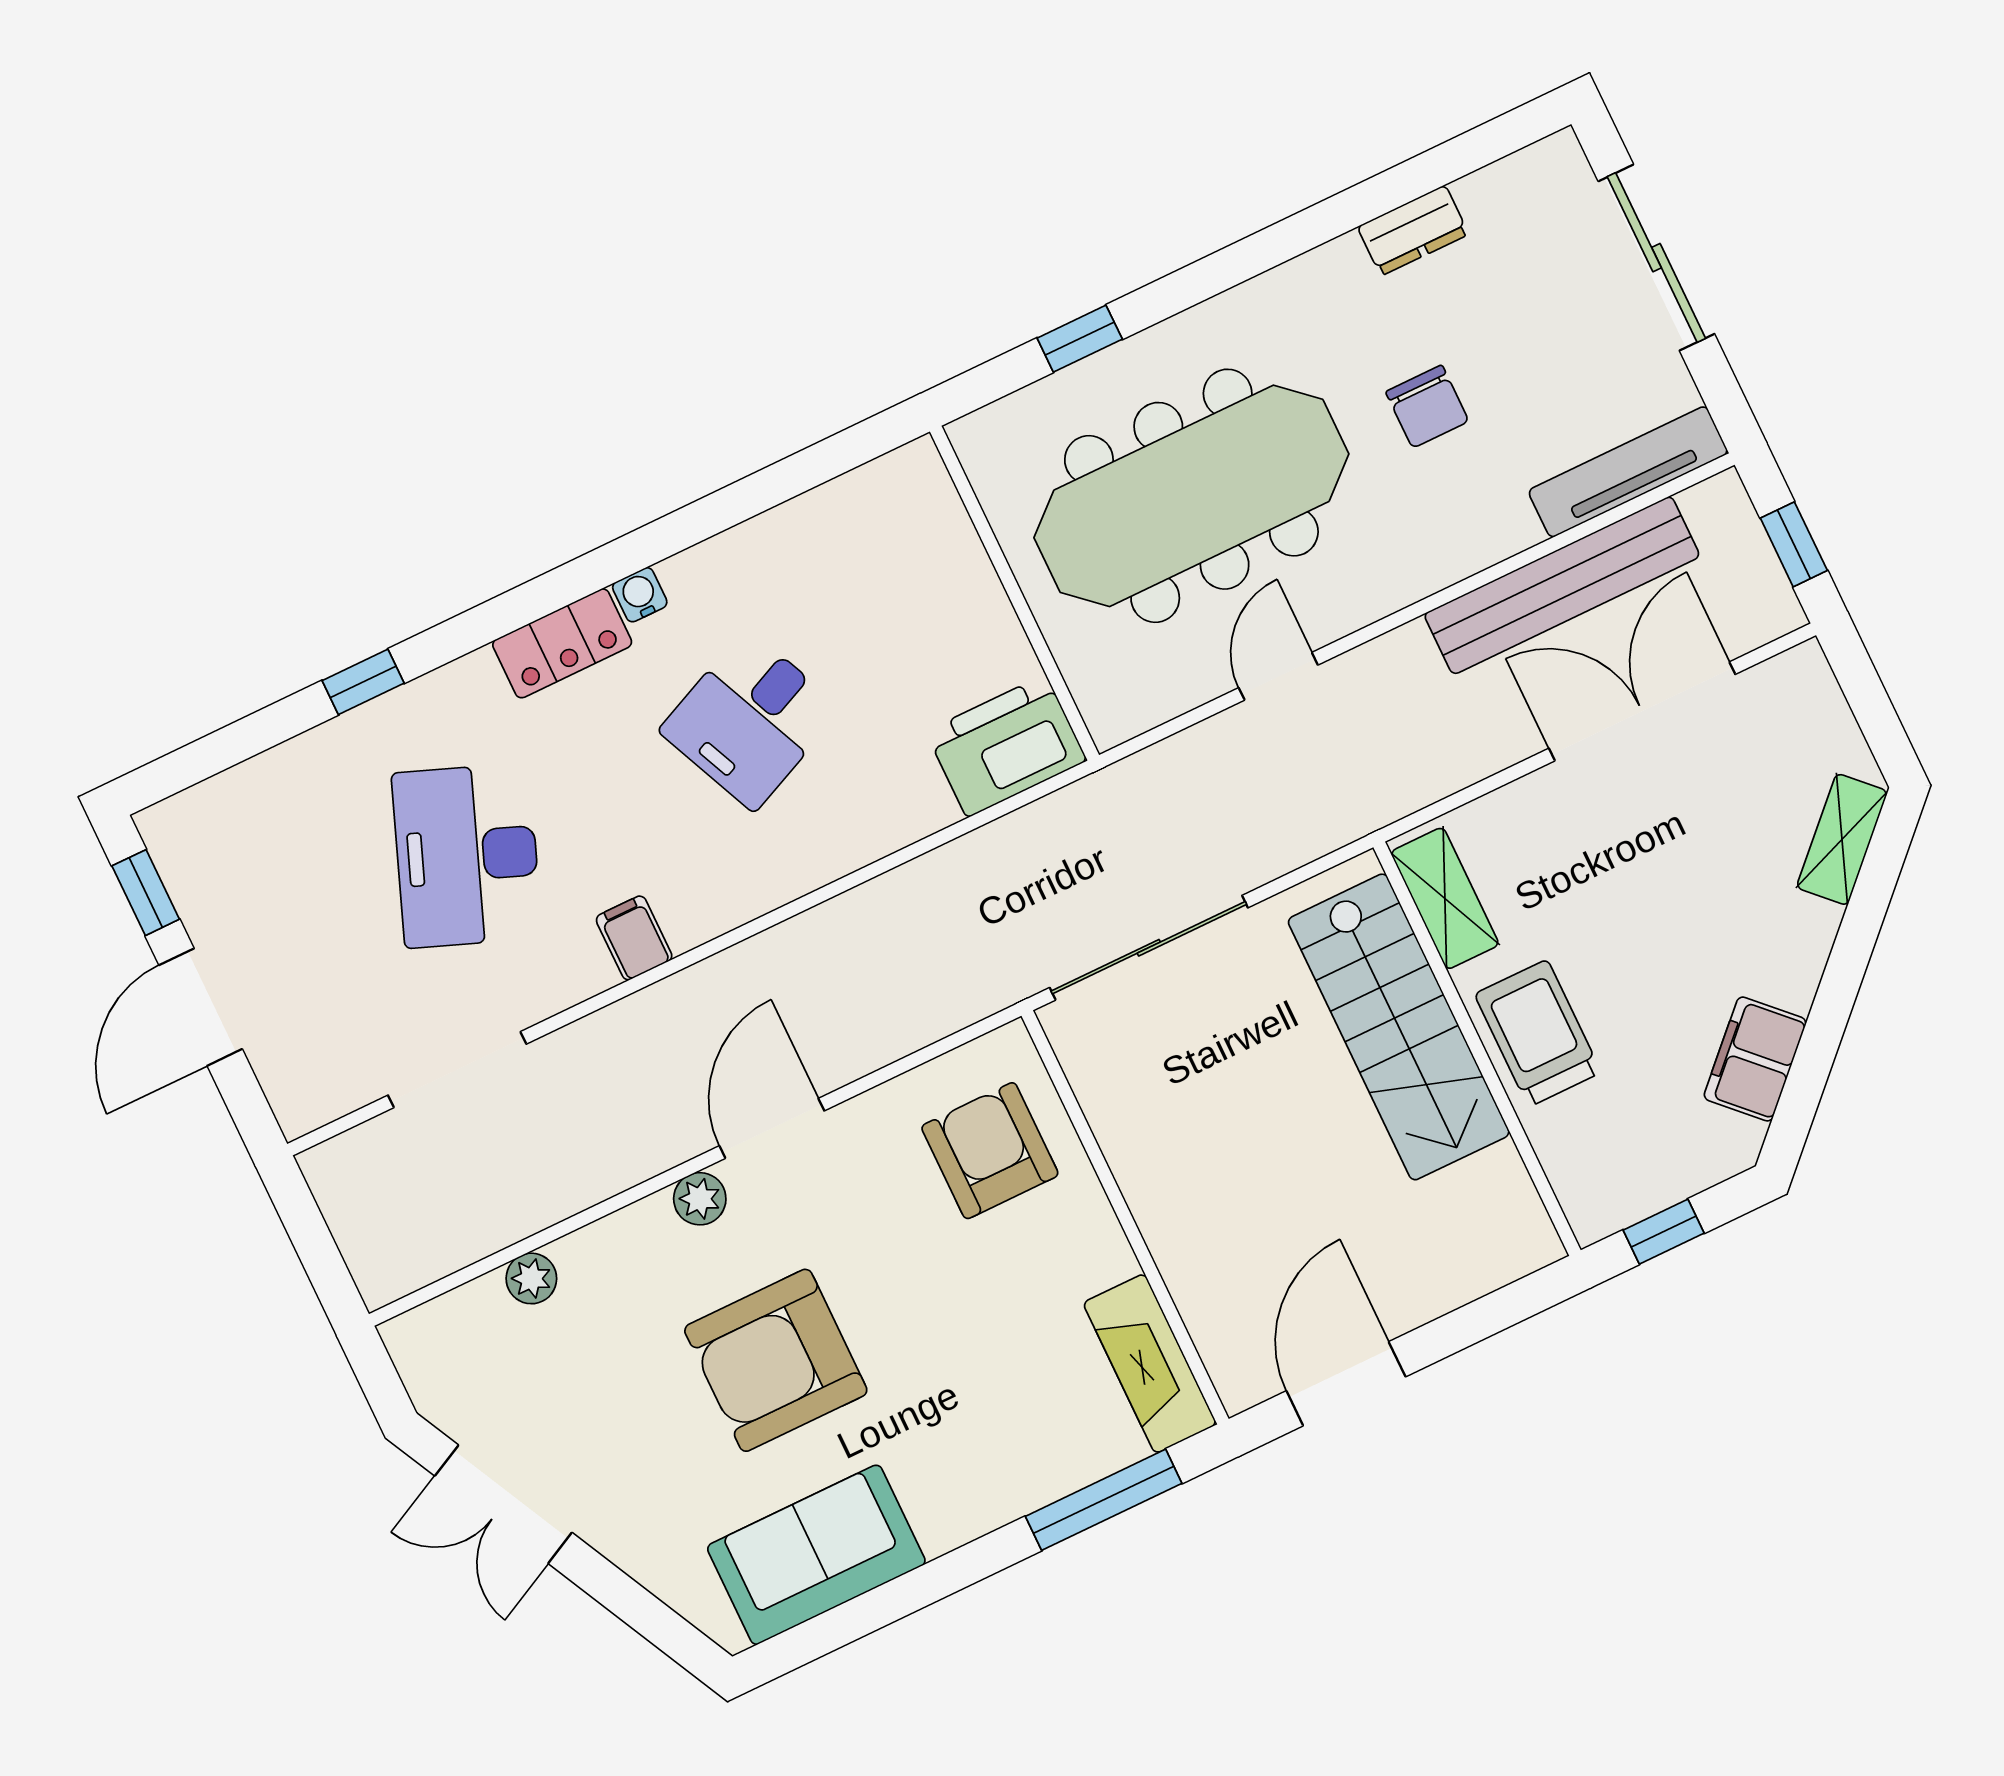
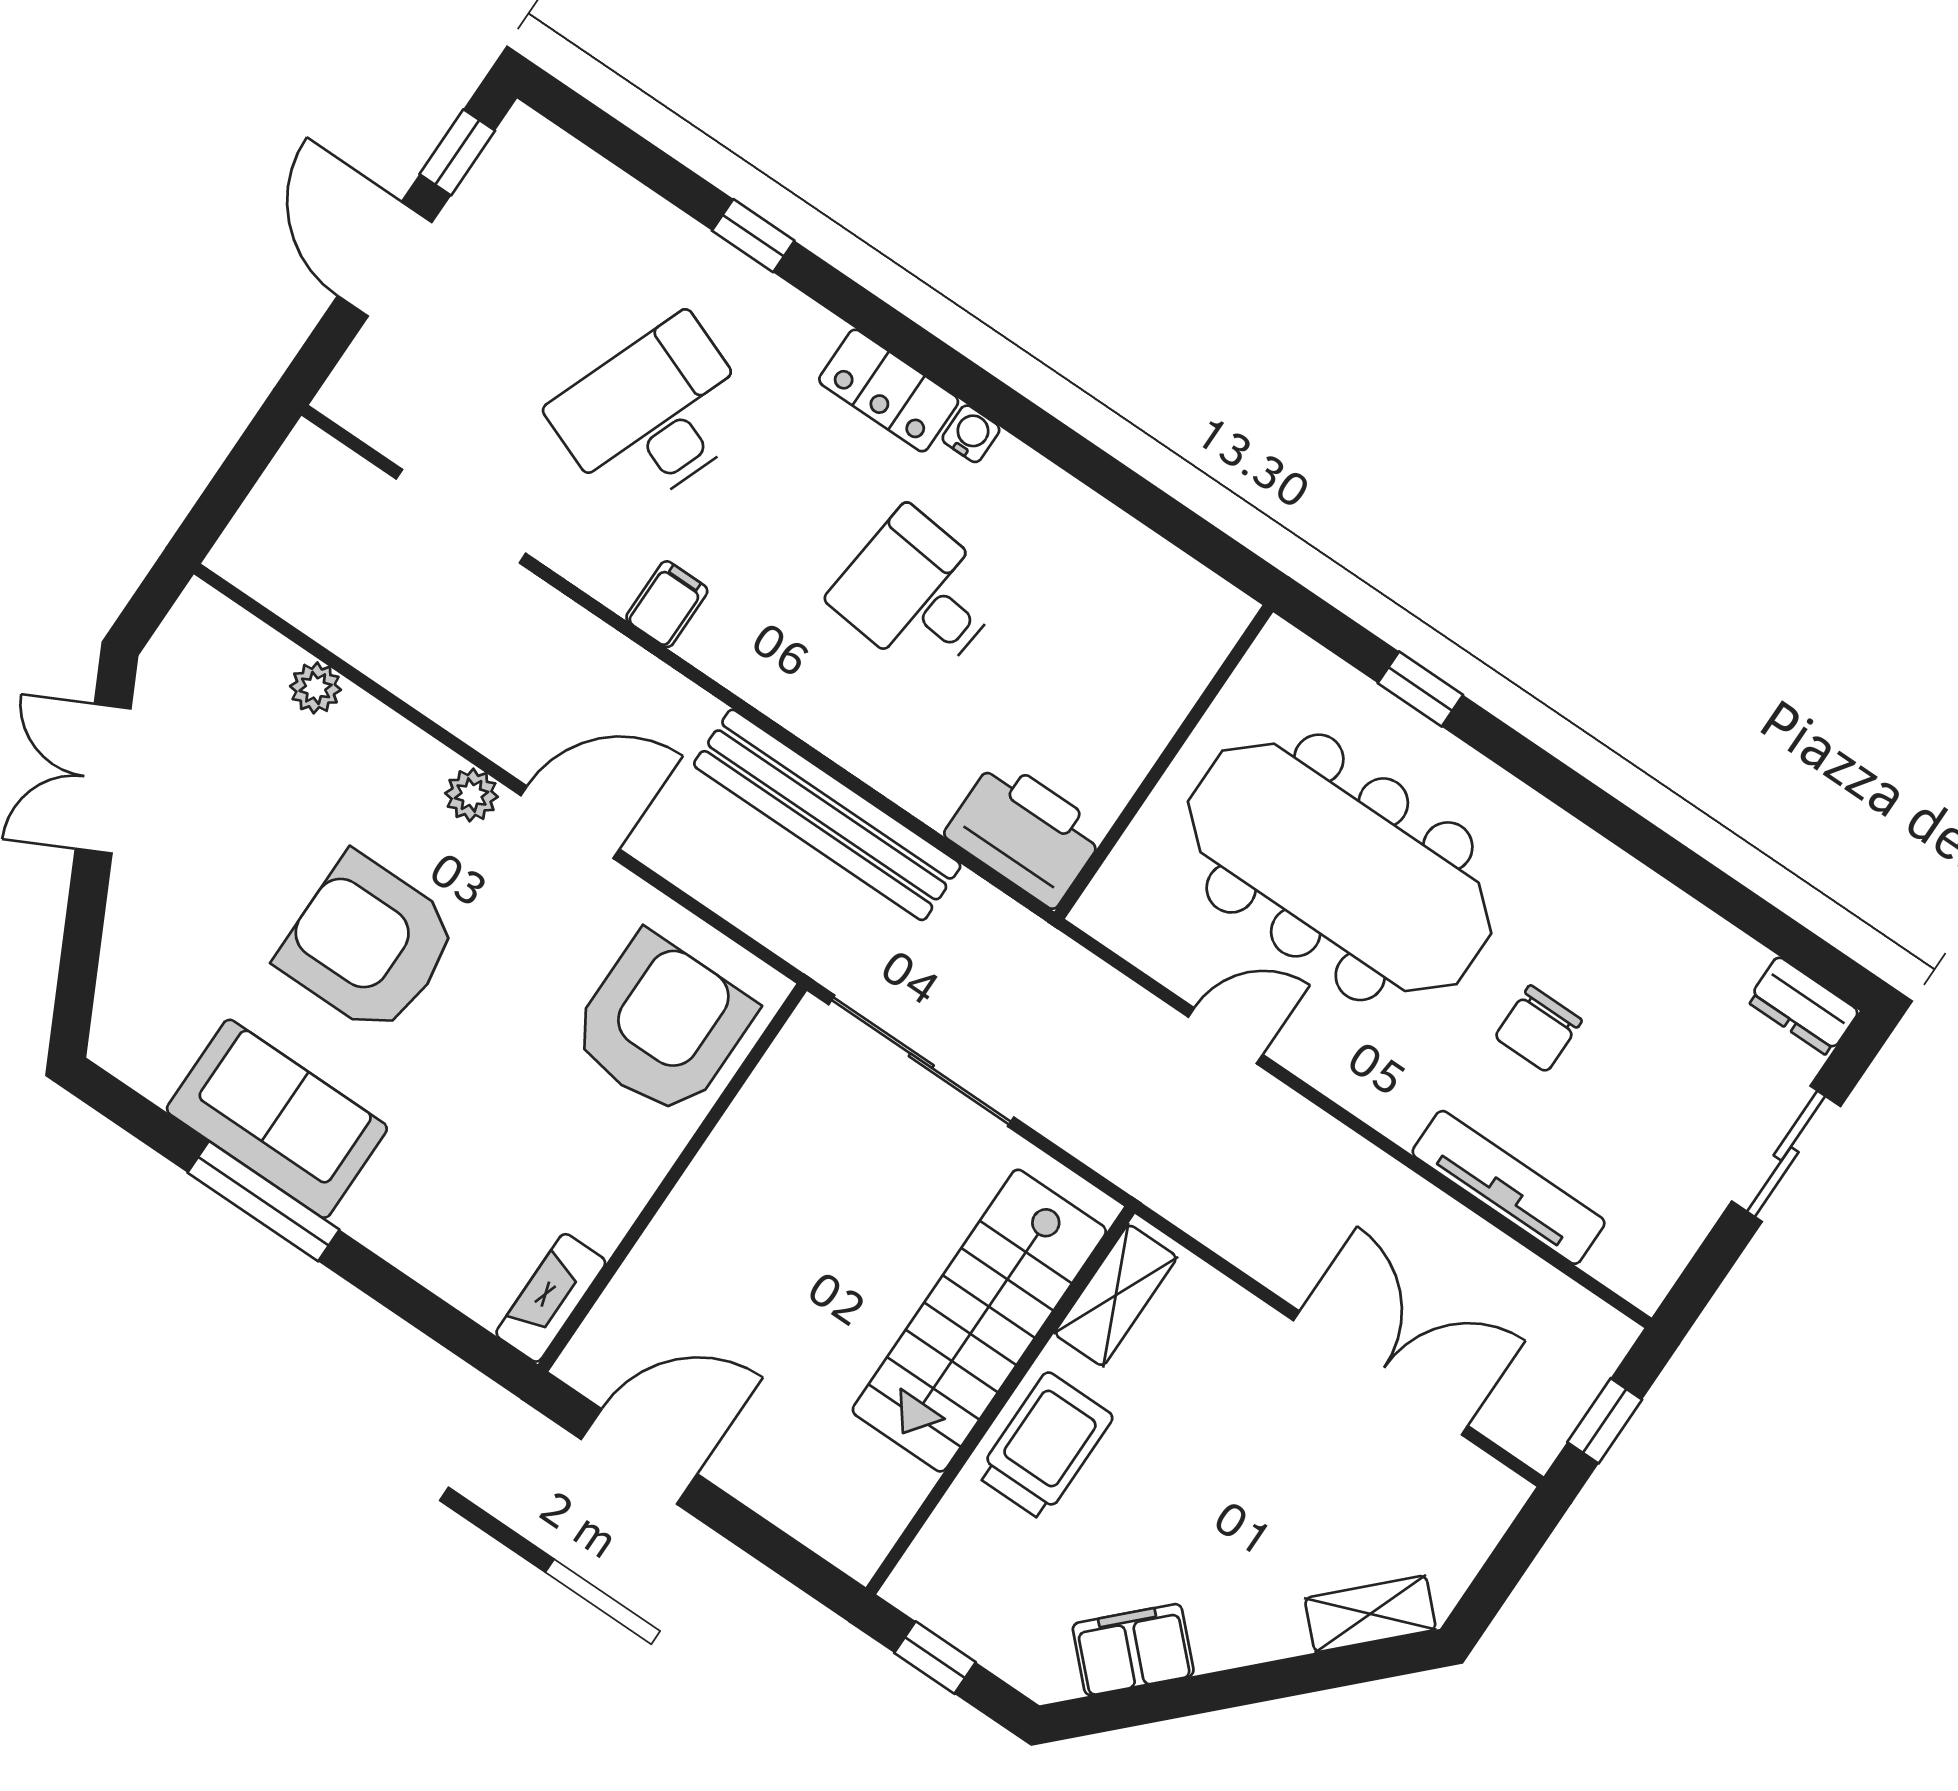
dresser: (1413, 230) -> (1803, 1006), moved
sliding door: (1656, 258) -> (1786, 1154), width x0.73
tv unit: (1628, 472) -> (1509, 1187), moved
bench: (1562, 585) -> (827, 815), moved
desk: (750, 720) -> (918, 595), turned 30
door: (201, 1007) -> (385, 259), hinge flipped
armchair: (990, 1151) -> (662, 1025), width x1.36, depth x1.36
fireplace: (1150, 1364) -> (551, 1298), width x0.73, depth x0.76
window: (1104, 1500) -> (264, 1201), moved
sofa: (816, 1555) -> (277, 1119), moved

